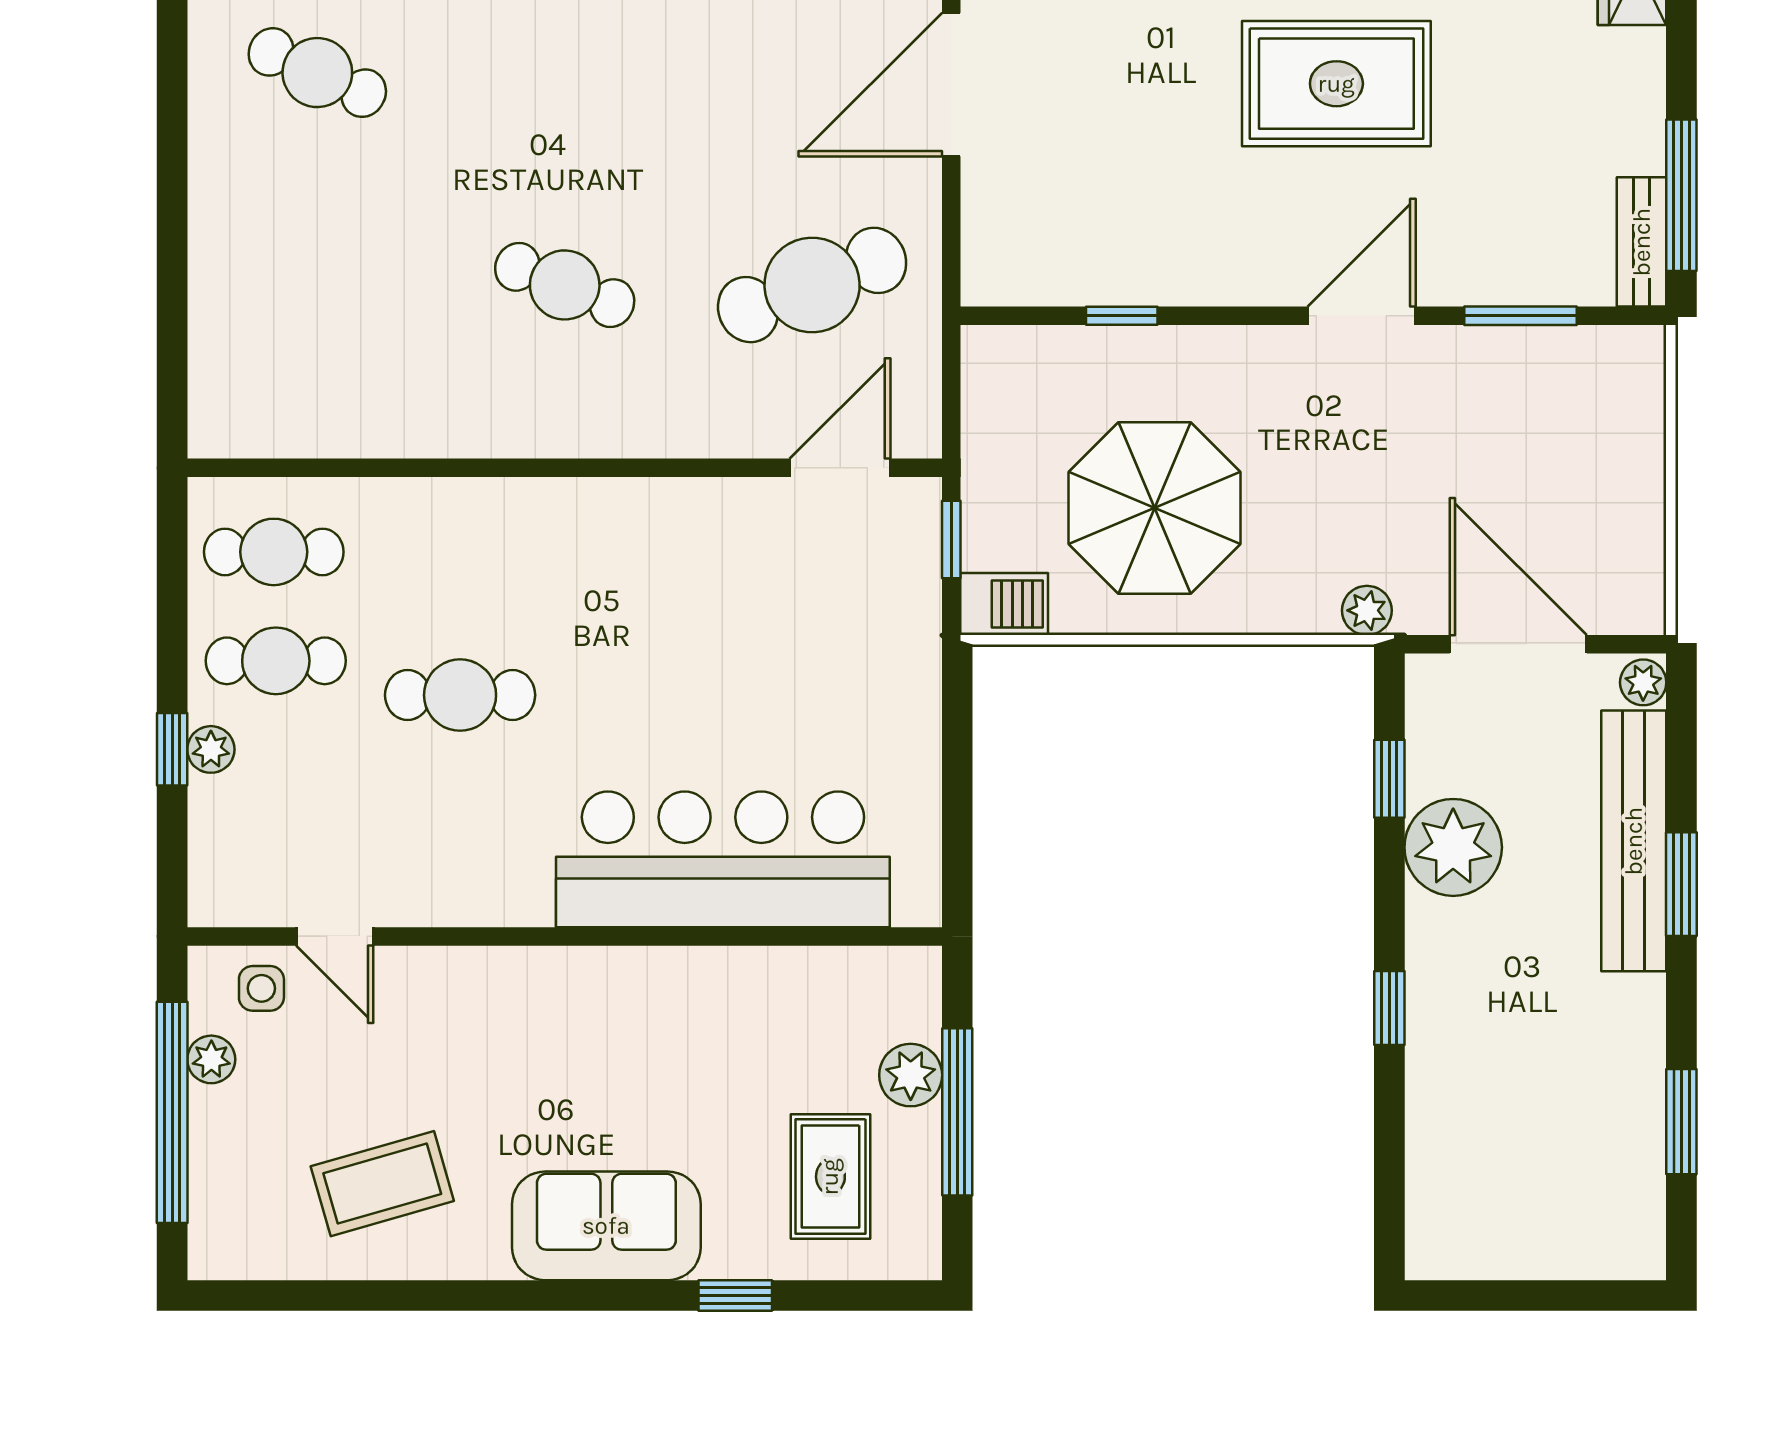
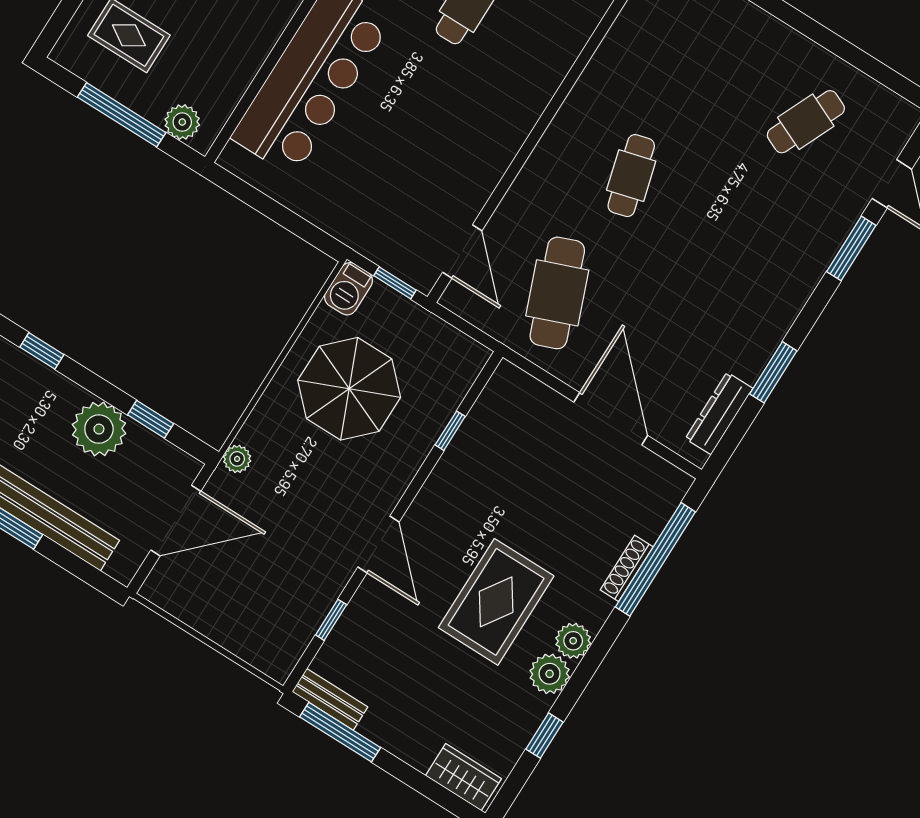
cafe table: (565, 285) -> (631, 176), turned -36
window: (1520, 316) -> (331, 620), width x0.67
plant: (1643, 682) -> (120, 568), removed
plant: (911, 1075) -> (182, 122), moved

